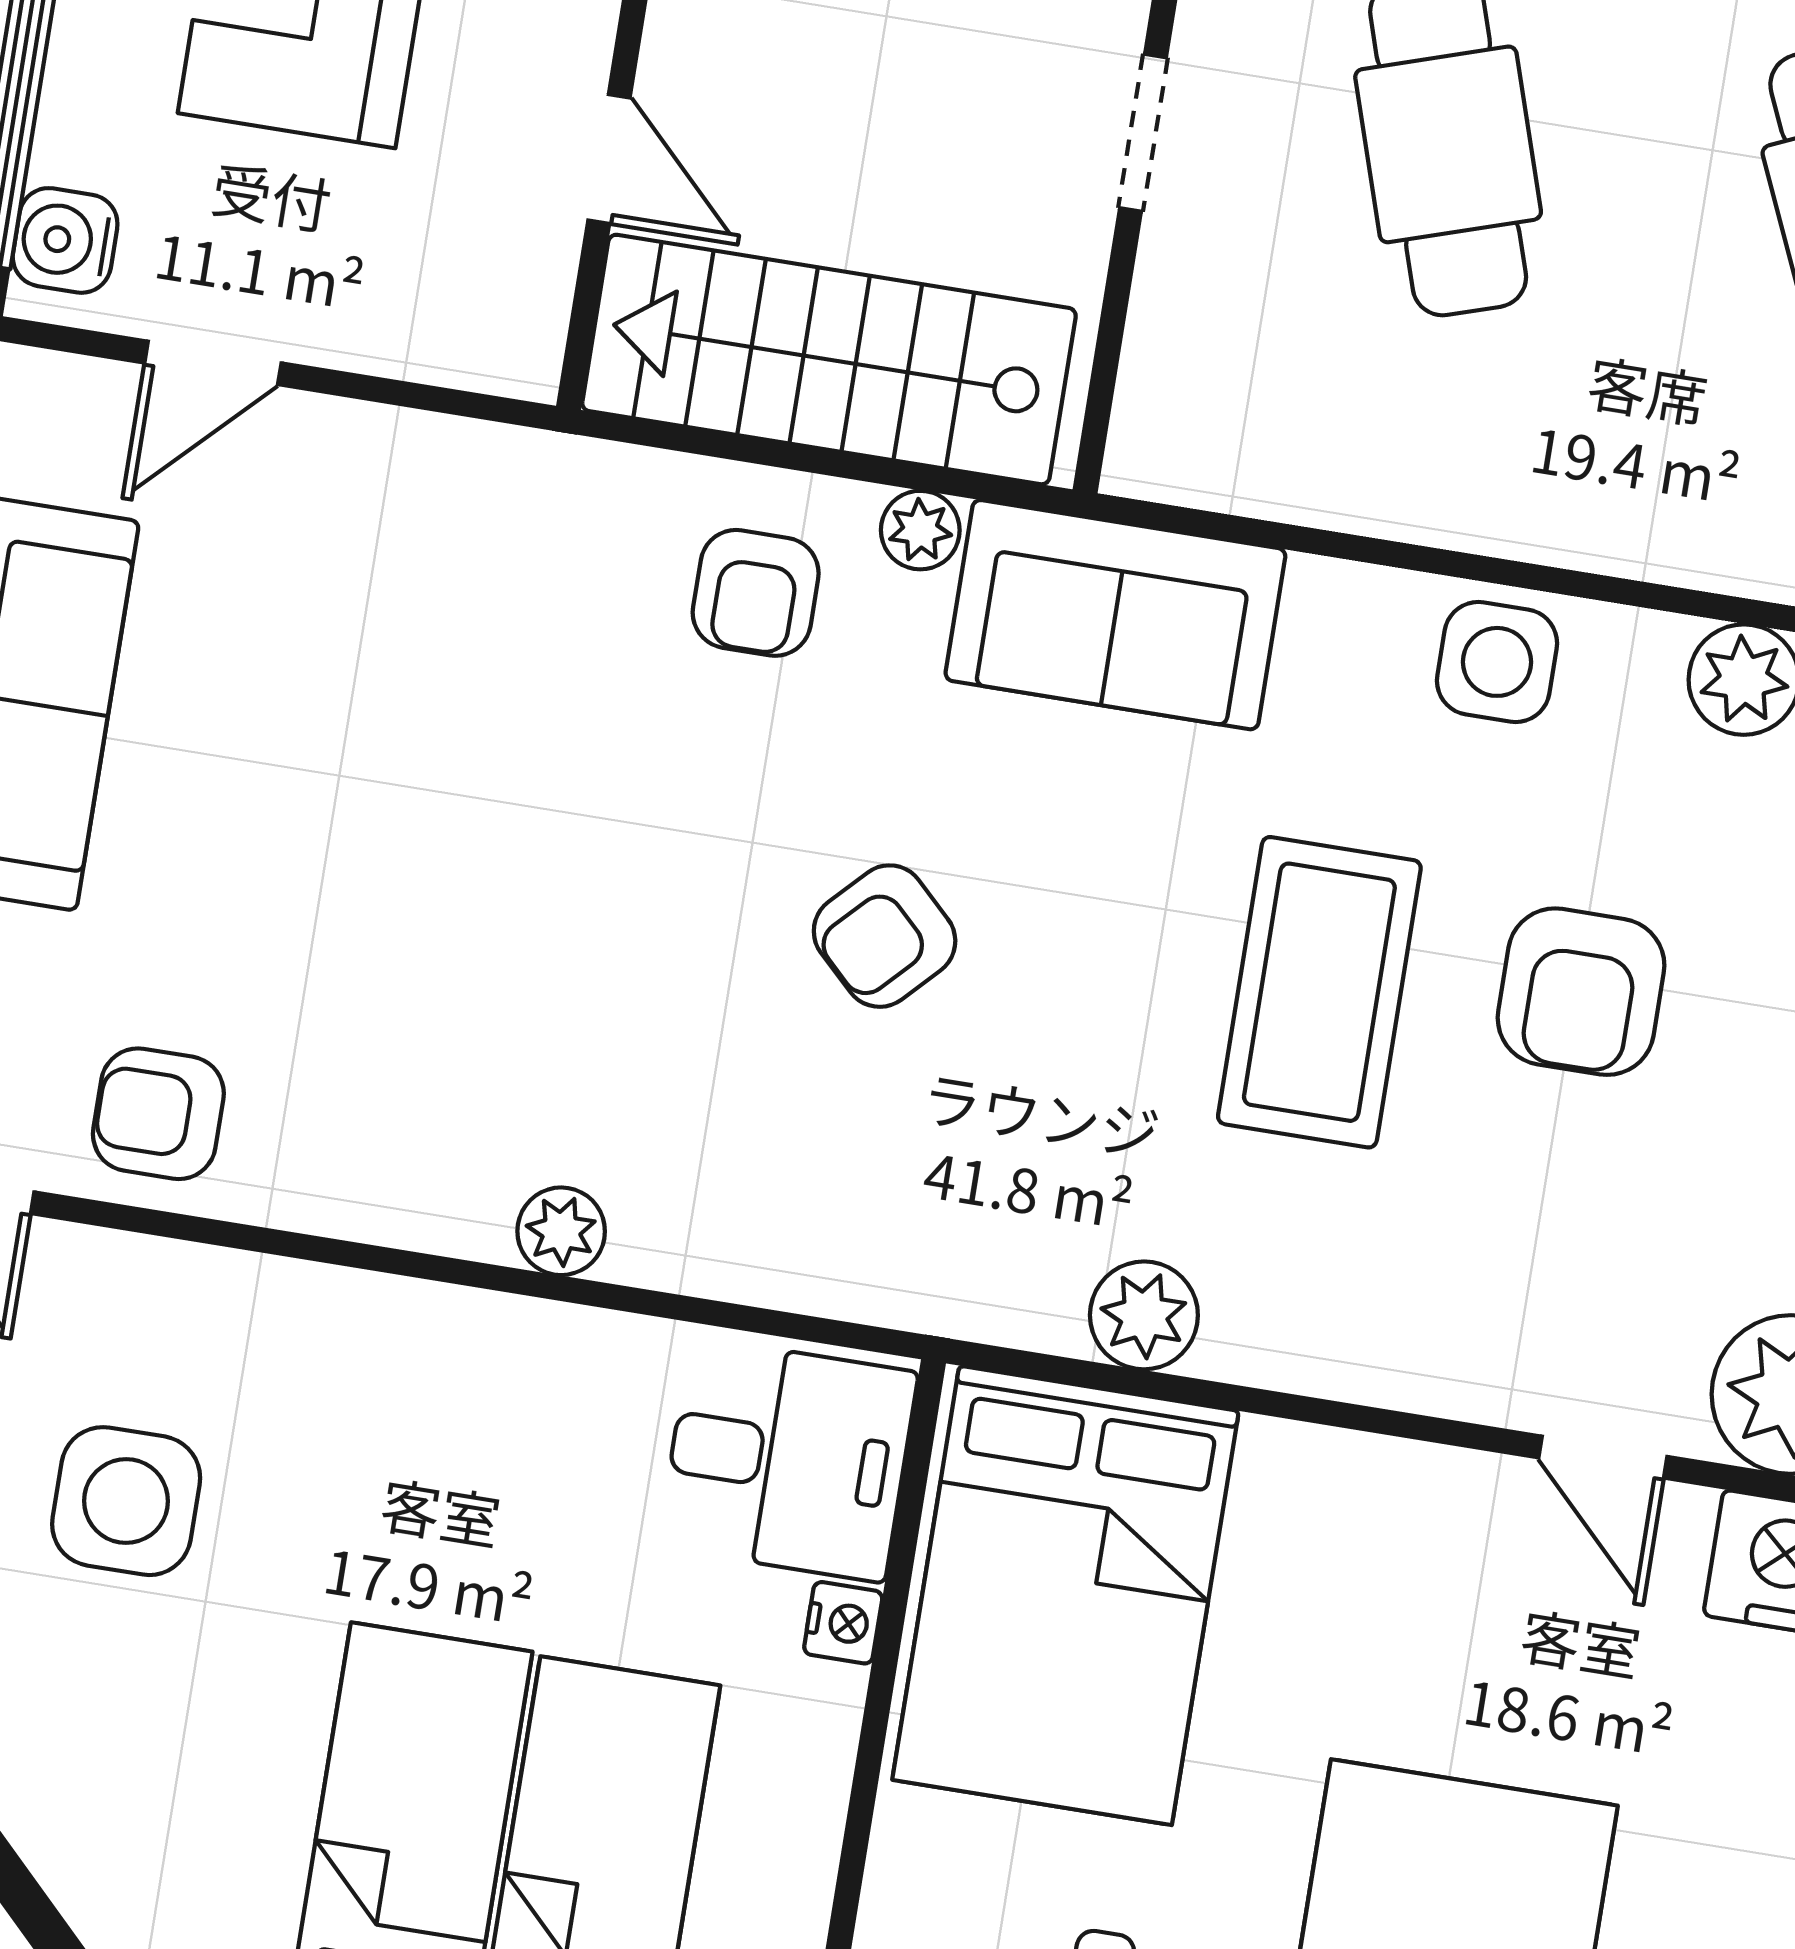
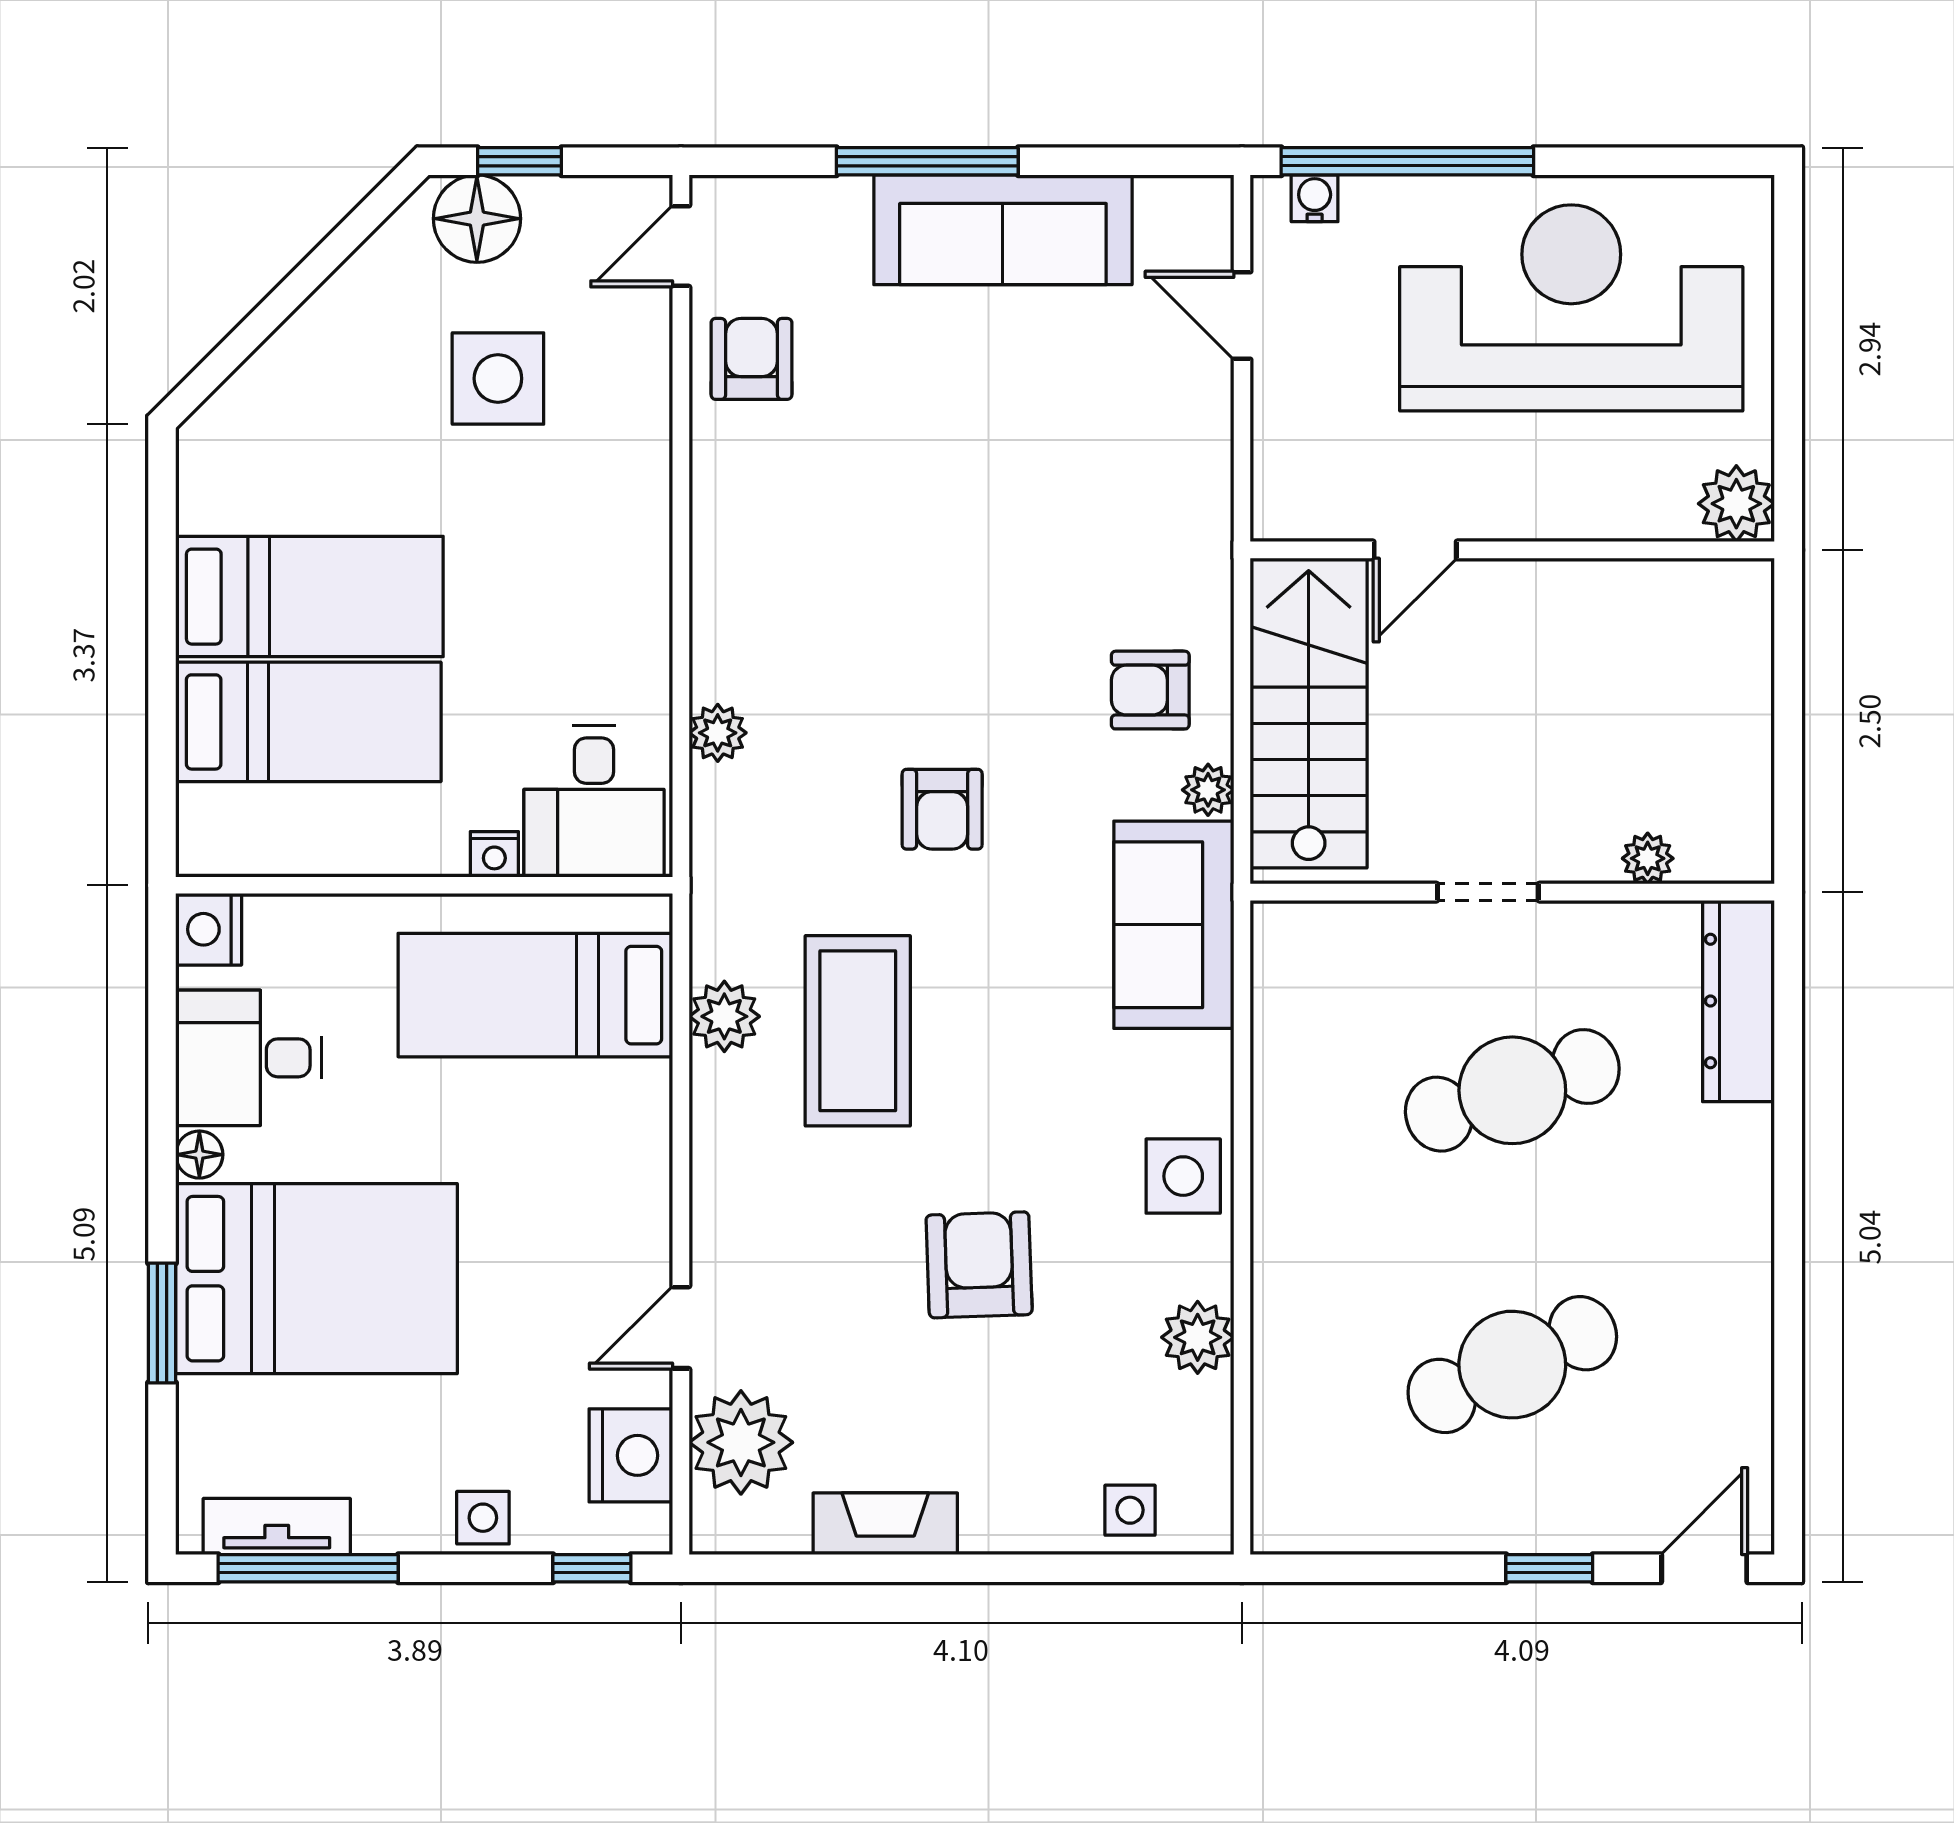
water cooler: (65, 240) -> (1315, 198), width x0.72, depth x0.72
armchair: (885, 936) -> (942, 809), turned -134
coffee table: (1319, 992) -> (858, 1031), moved, turned 90
armchair: (1581, 992) -> (979, 1265), turned 88
plant: (561, 1231) -> (718, 733), moved
bed: (1066, 1595) -> (535, 995), width x0.67

